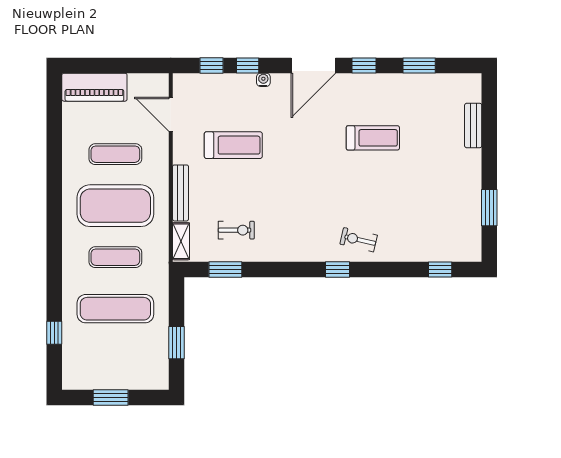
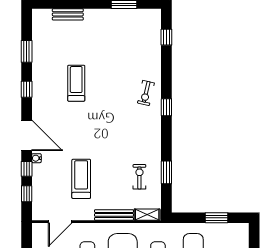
door: (313, 65) -> (27, 135), moved
window: (225, 270) -> (166, 172), moved

